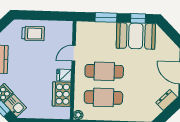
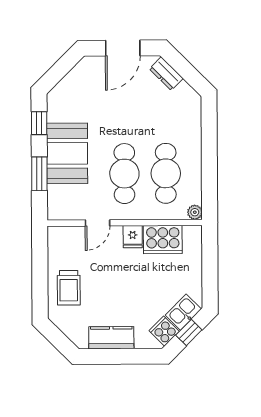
trolley: (33, 33) -> (69, 288), turned 180
booth: (136, 36) -> (67, 153), moved
door: (74, 53) -> (98, 223), hinge flipped

